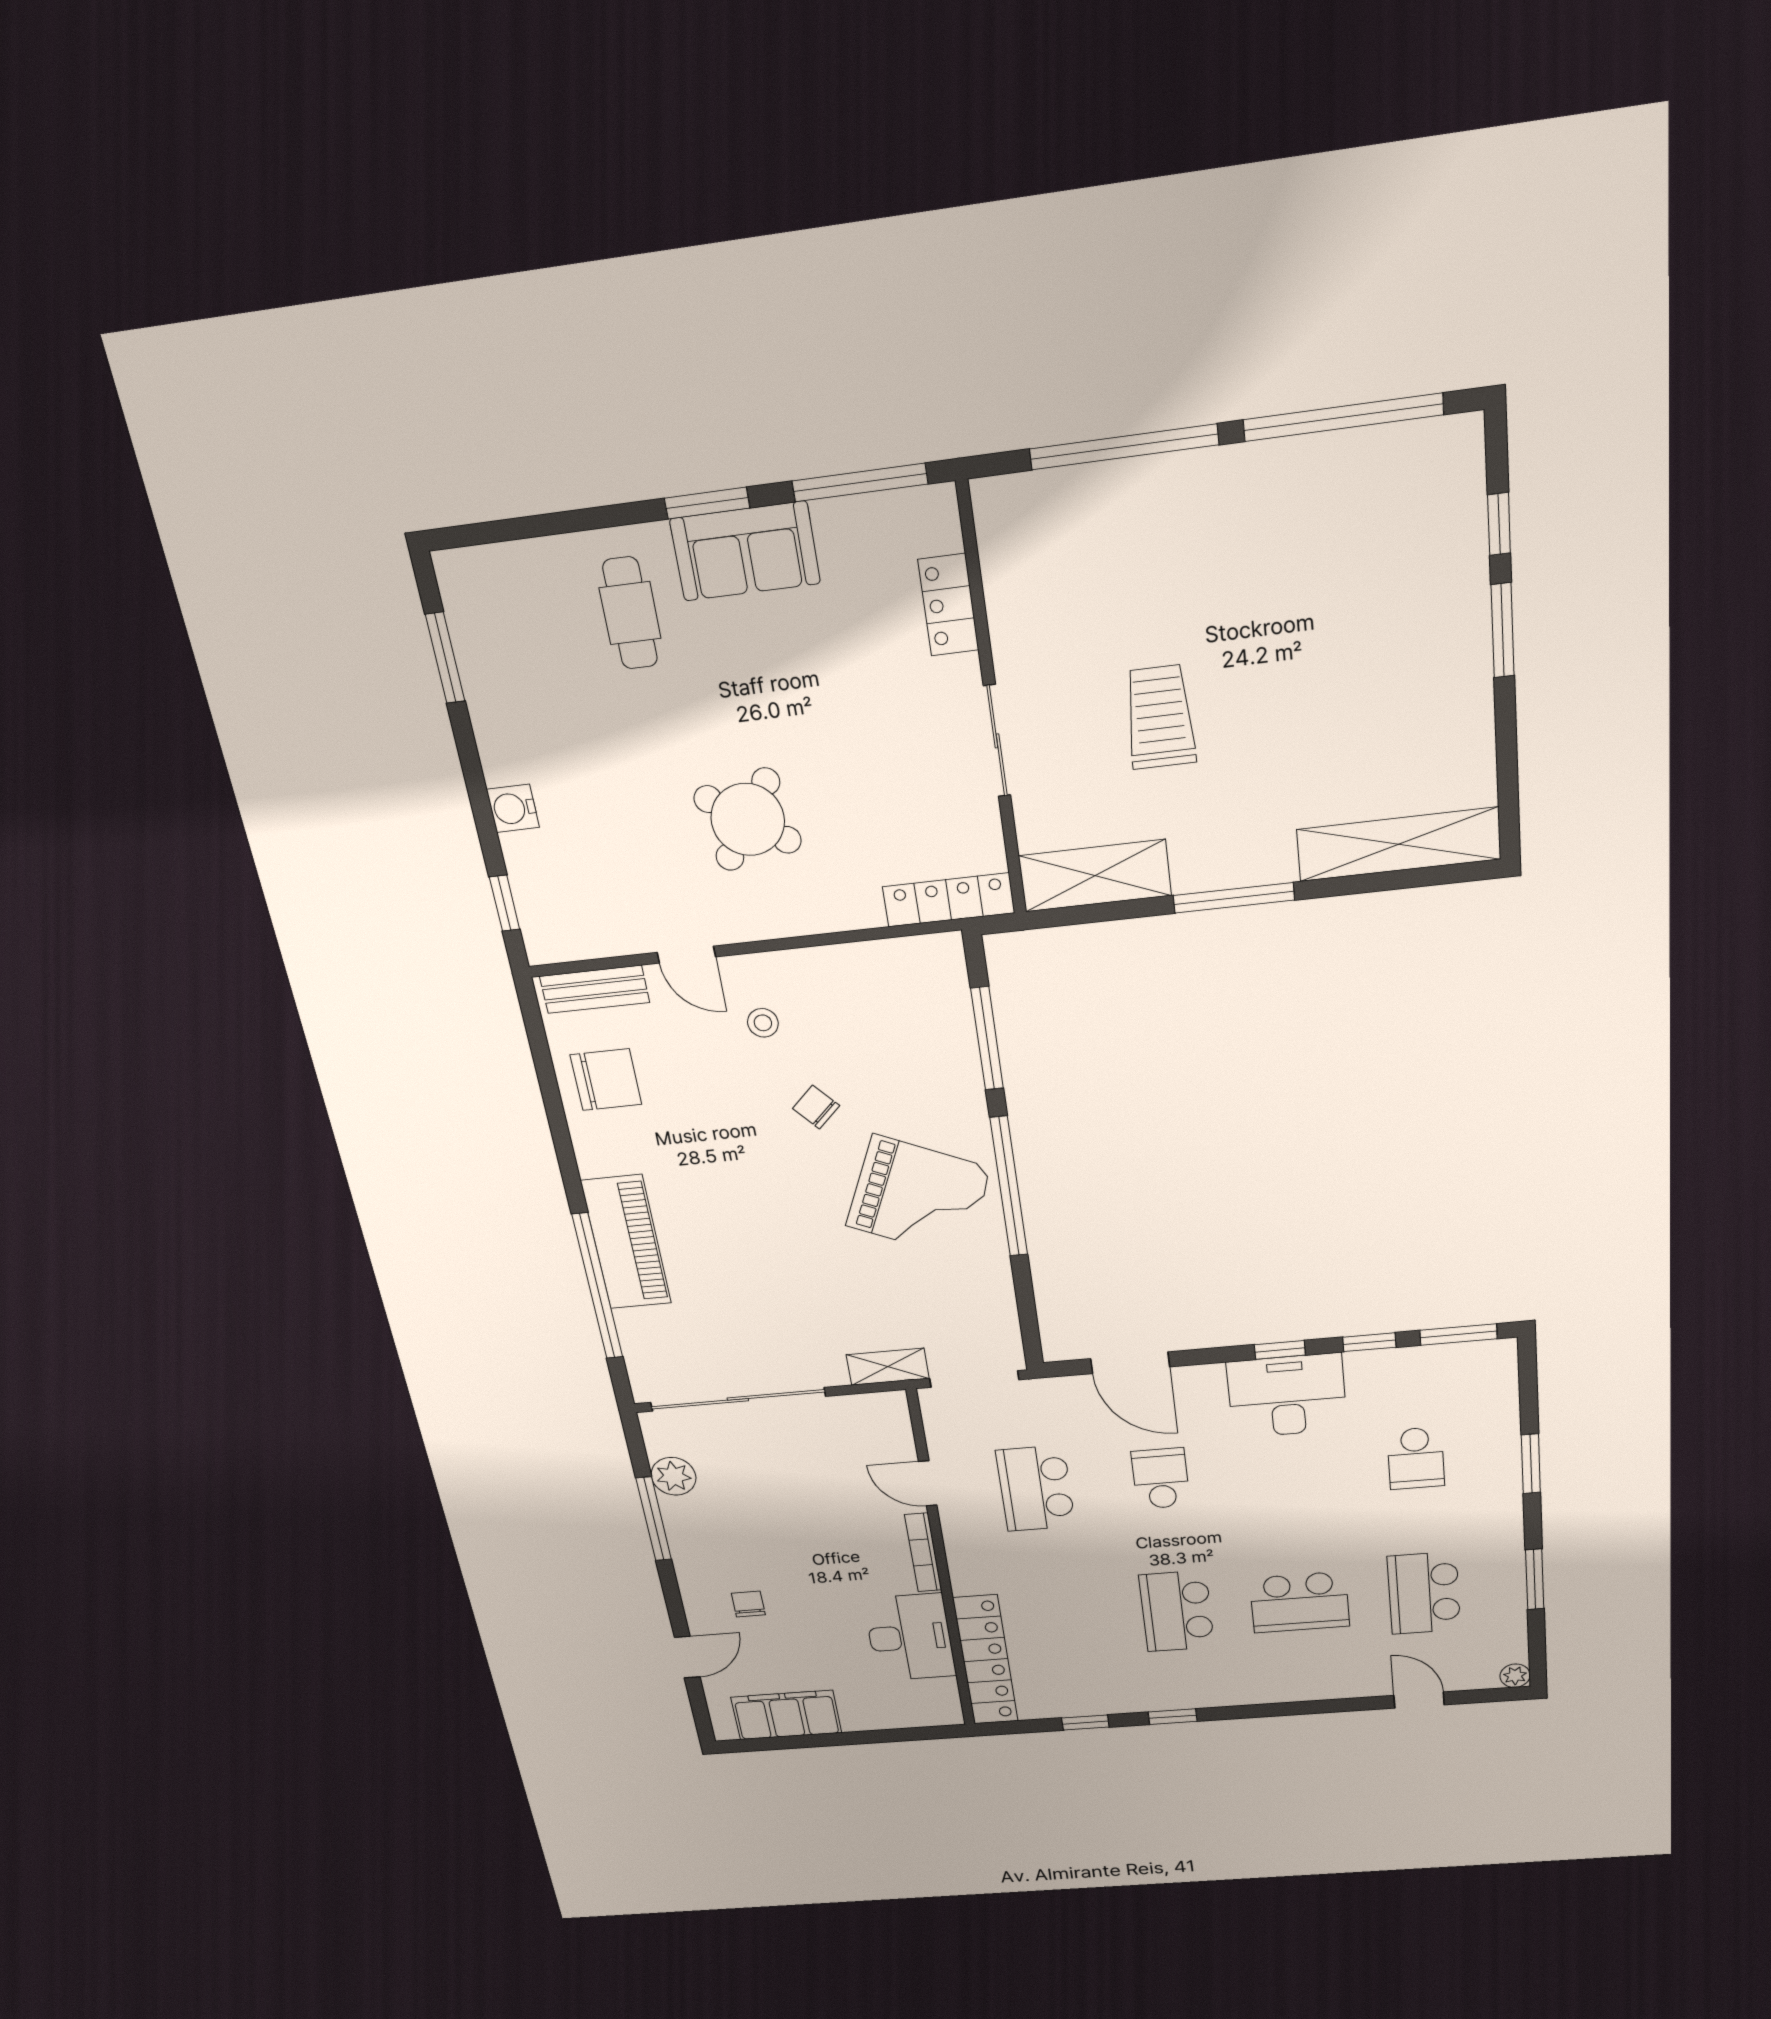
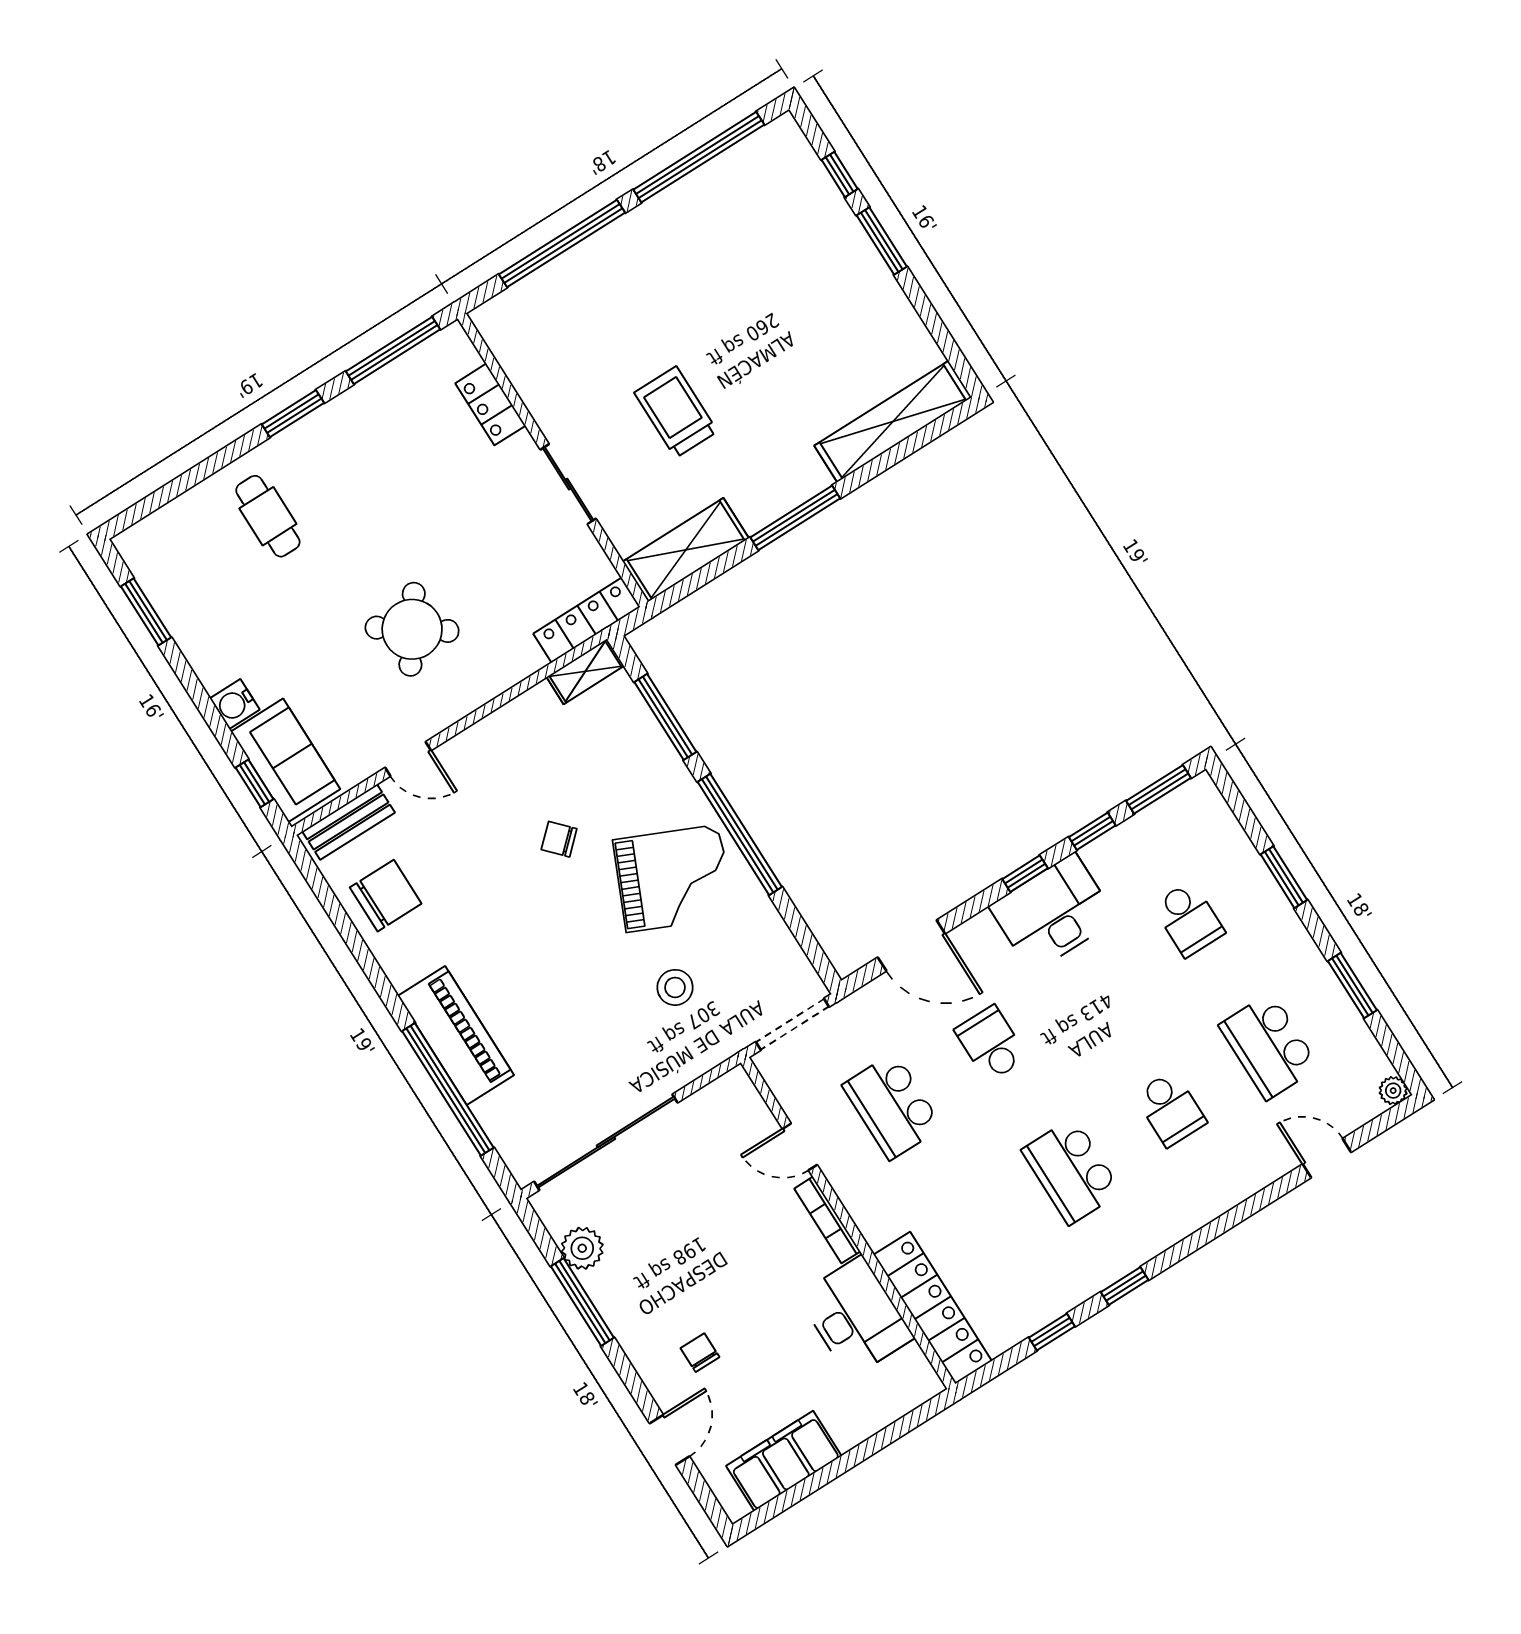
sofa: (745, 551) -> (286, 760), moved, turned -90
stool: (763, 1023) -> (675, 987), moved, width x1.37, depth x1.37
shelving: (888, 1367) -> (585, 671), moved
school desk: (1300, 1602) -> (1170, 1109), width x0.54

